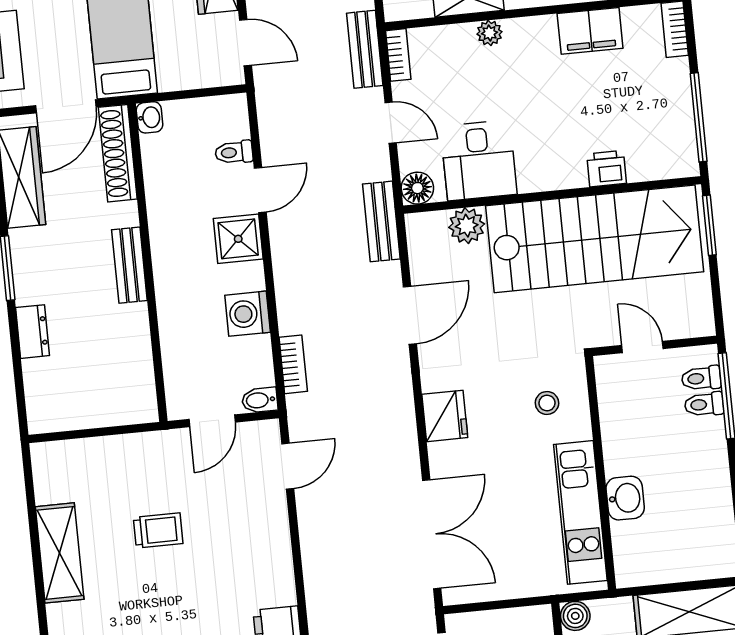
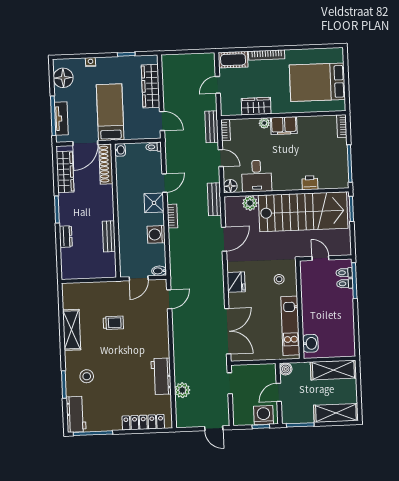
filing cabinet: (590, 31) -> (284, 126), moved
toilet: (234, 152) -> (154, 147), moved
bench: (129, 265) -> (109, 236), moved
bookcase: (293, 364) -> (172, 216), moved
washbasin: (625, 498) -> (310, 343), moved

